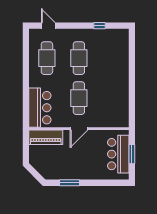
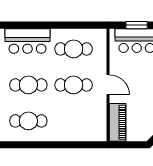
cafe table: (111, 98) -> (74, 49), added
bar counter: (40, 108) -> (27, 41), moved, turned 180

